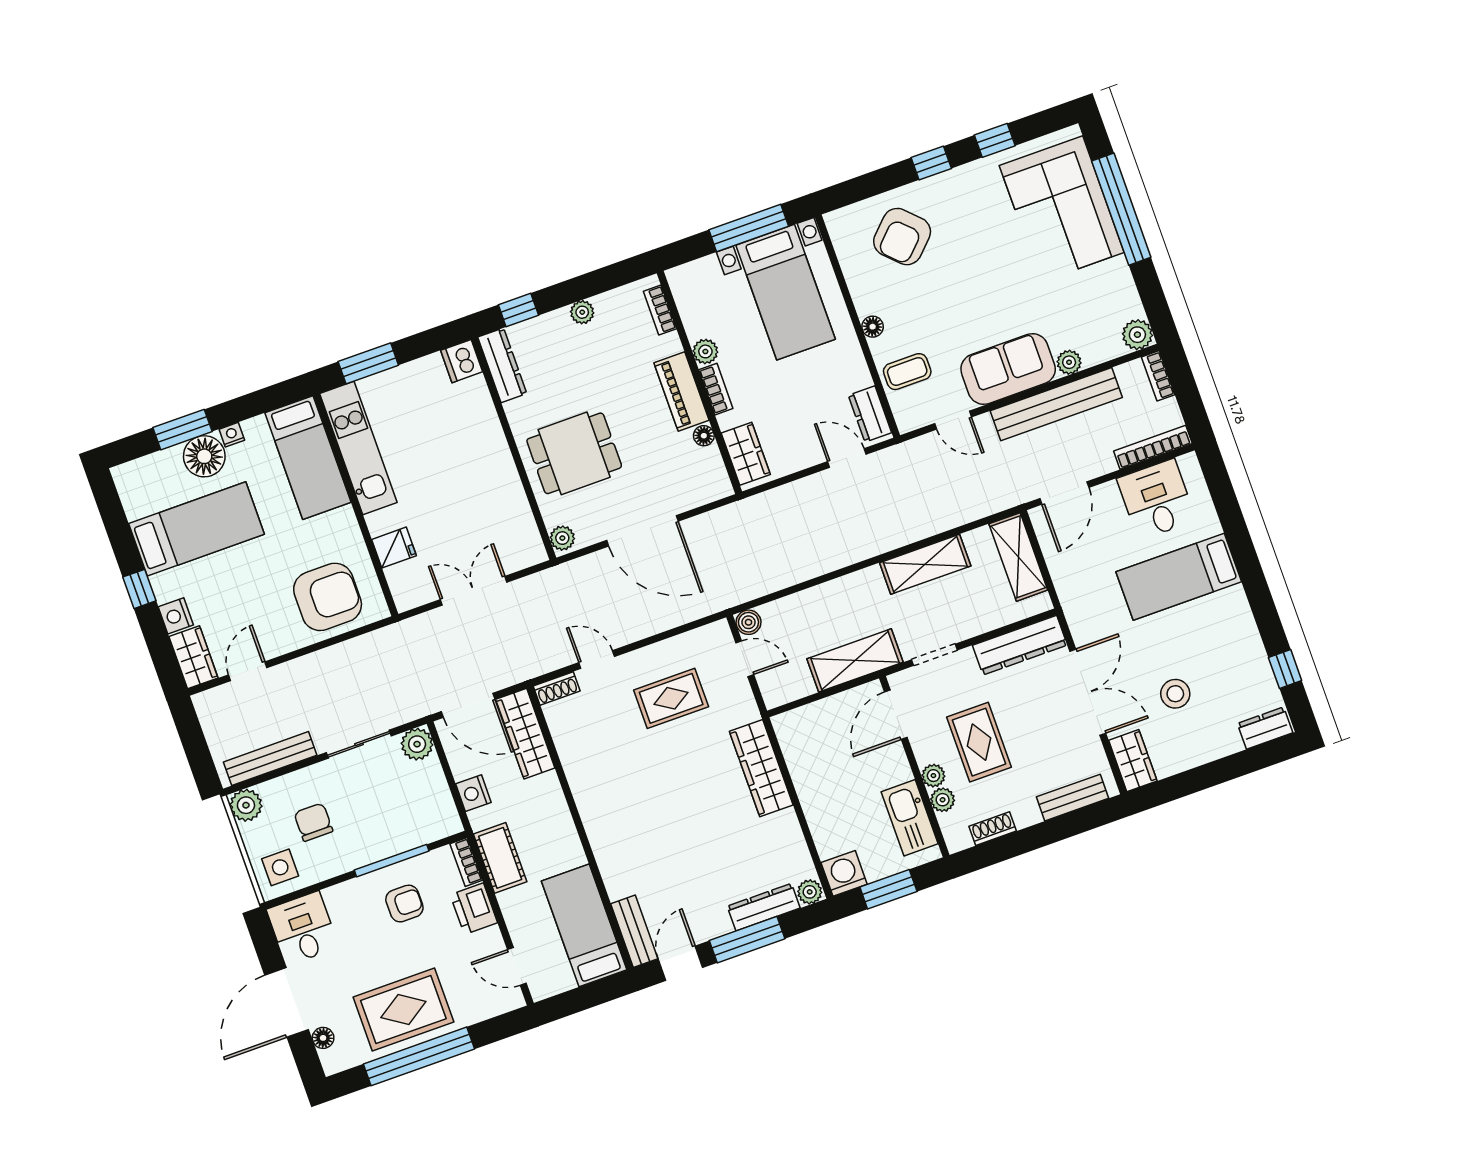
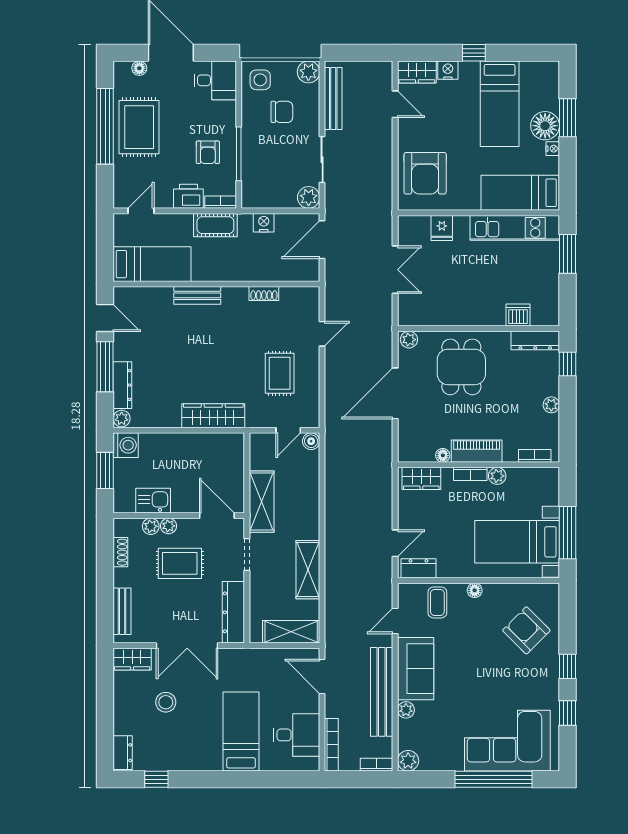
dishwasher: (462, 361) -> (518, 315), moved
shoe rack: (557, 688) -> (264, 294), moved, turned -90
wardrobe: (525, 734) -> (290, 270), removed
kitchen sink: (910, 818) -> (153, 501), width x0.73
bench: (634, 931) -> (197, 295), moved

